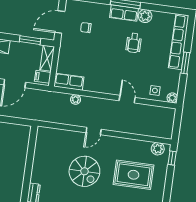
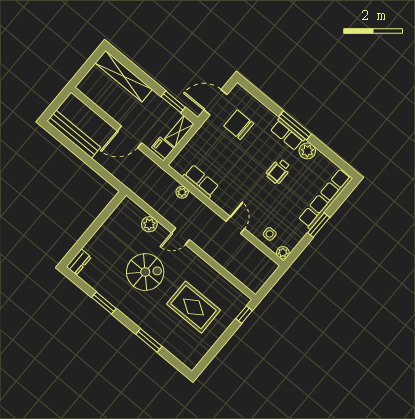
chair: (86, 28) -> (239, 125), width x1.87, depth x1.87
row of seats: (69, 82) -> (201, 181), moved
plant: (158, 149) -> (149, 224), moved
spiral stairs: (84, 171) -> (145, 272), turned -90

